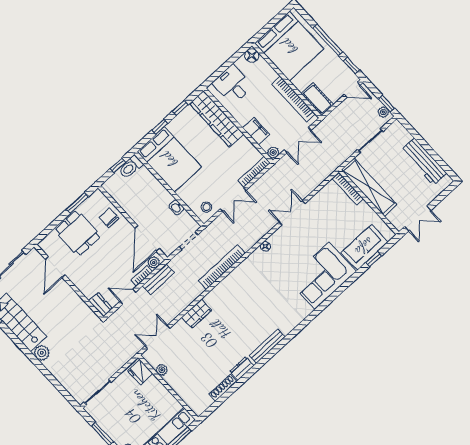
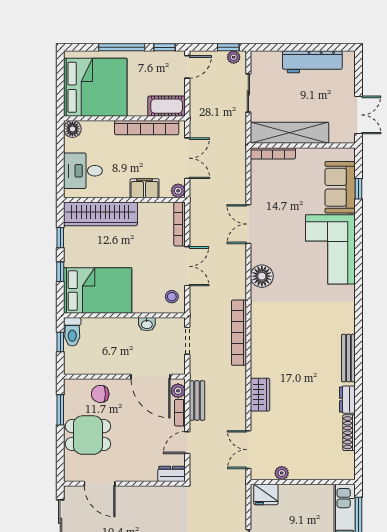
floor lamp: (265, 246) -> (262, 276), width x1.89, depth x1.89

